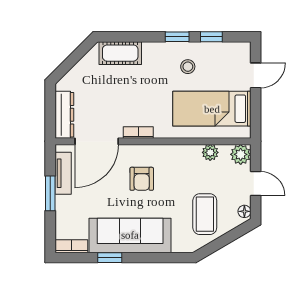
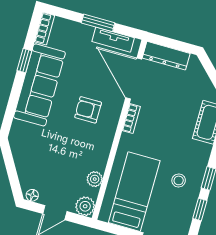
coffee table: (205, 214) -> (40, 158), removed

